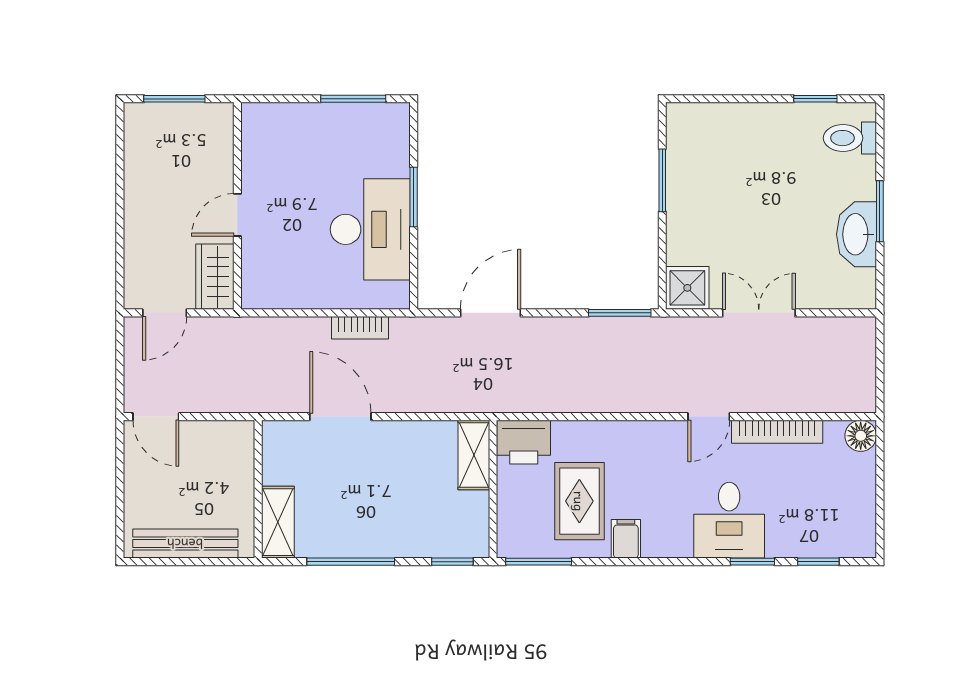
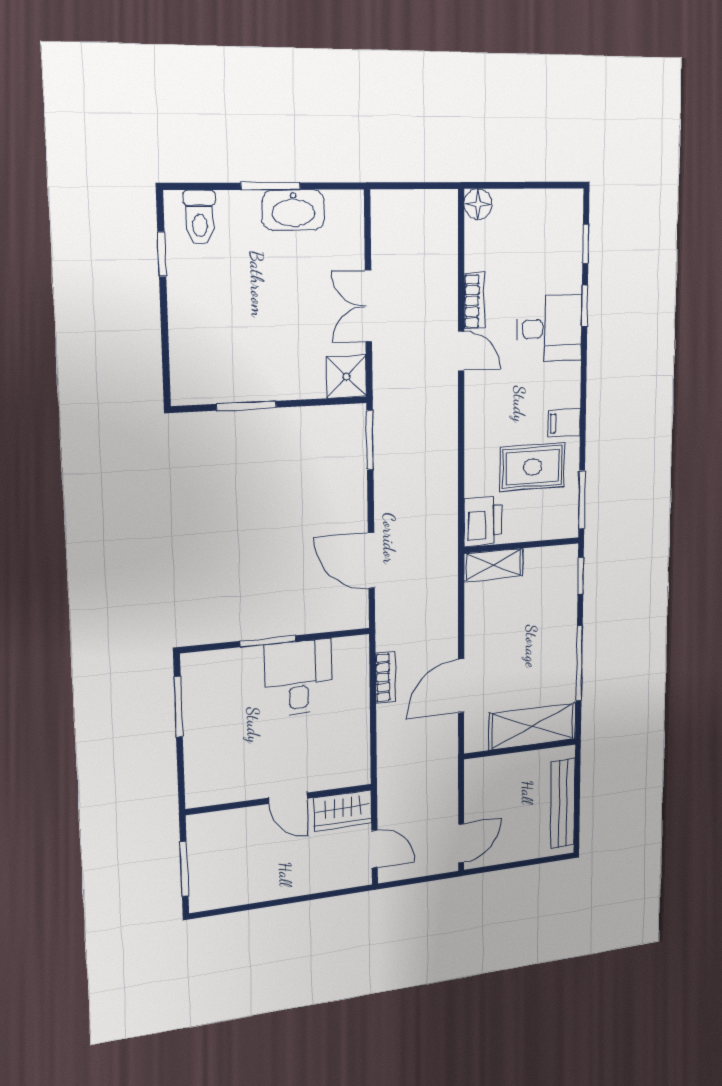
desk: (370, 229) -> (298, 678), width x0.73
bookcase: (777, 432) -> (474, 301), width x0.64
shelving: (278, 522) -> (533, 726), width x1.50, depth x1.33

